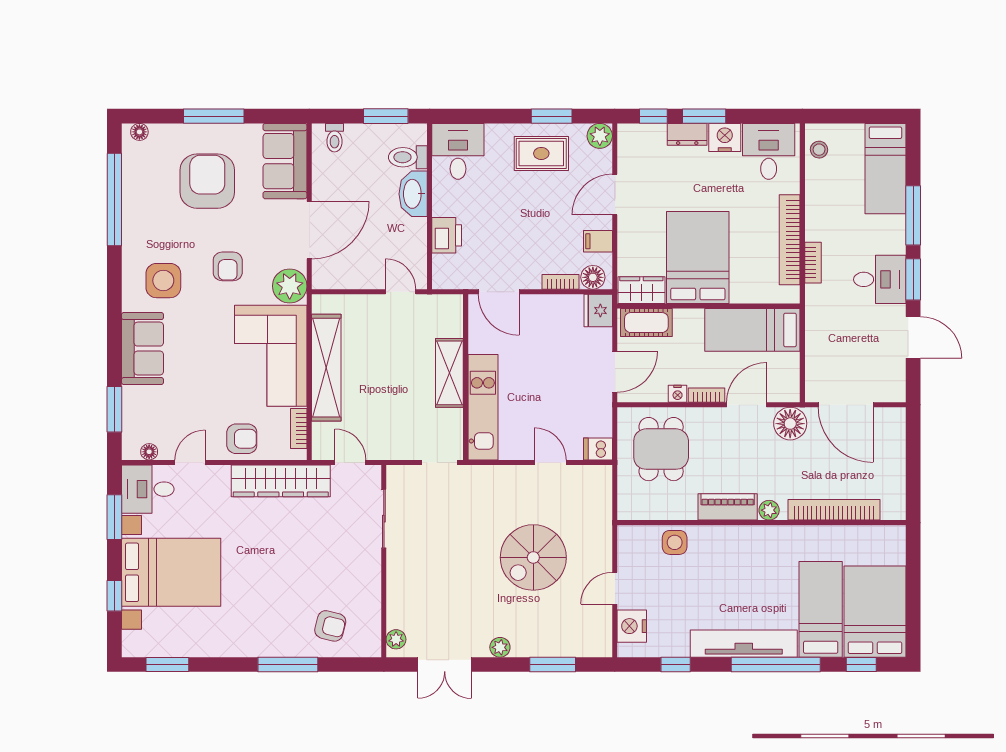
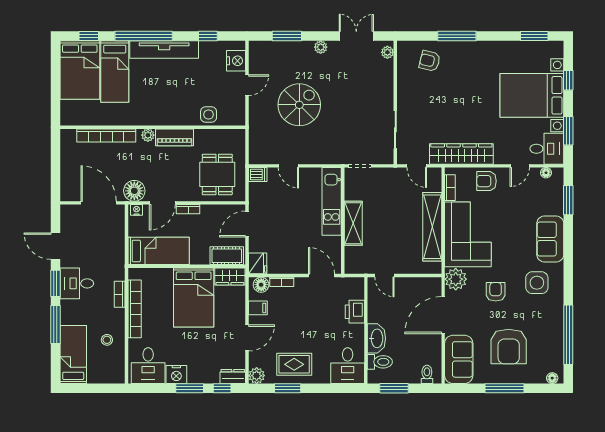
dresser: (687, 134) -> (233, 377), moved
stool: (819, 150) -> (107, 340), moved
nightstand: (678, 394) -> (136, 210), moved

